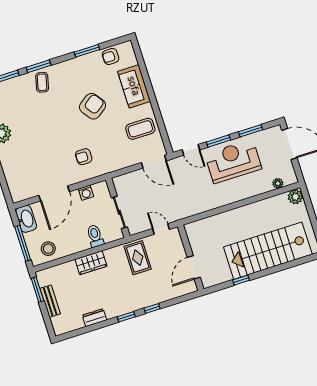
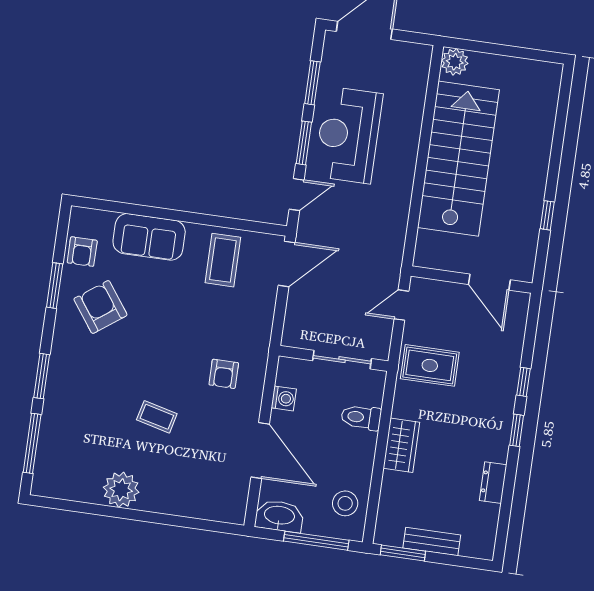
coffee table: (42, 82) -> (157, 417), moved
armchair: (93, 106) -> (100, 307), moved
plant: (278, 183) -> (419, 80), removed
stairs: (268, 251) -> (458, 159), moved, turned 180

